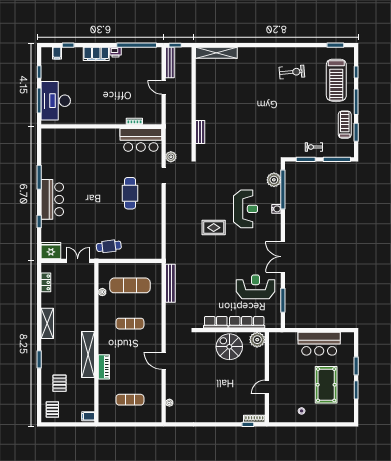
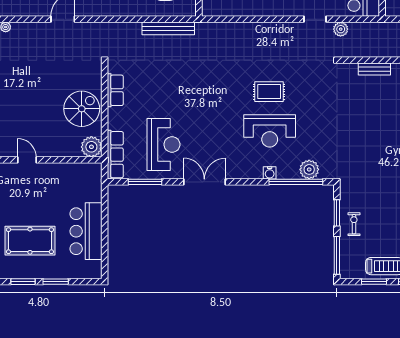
rug: (214, 228) -> (269, 92), moved, turned 90
row of seats: (247, 322) -> (115, 155), moved

